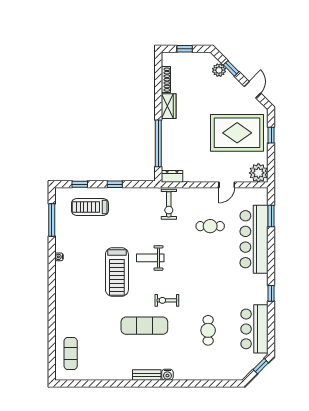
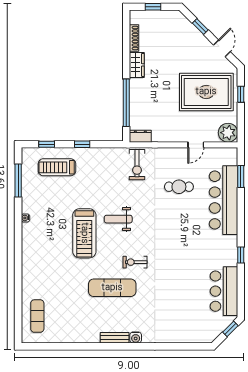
plant: (219, 70) -> (188, 28), removed
cafe table: (208, 330) -> (177, 293), removed

